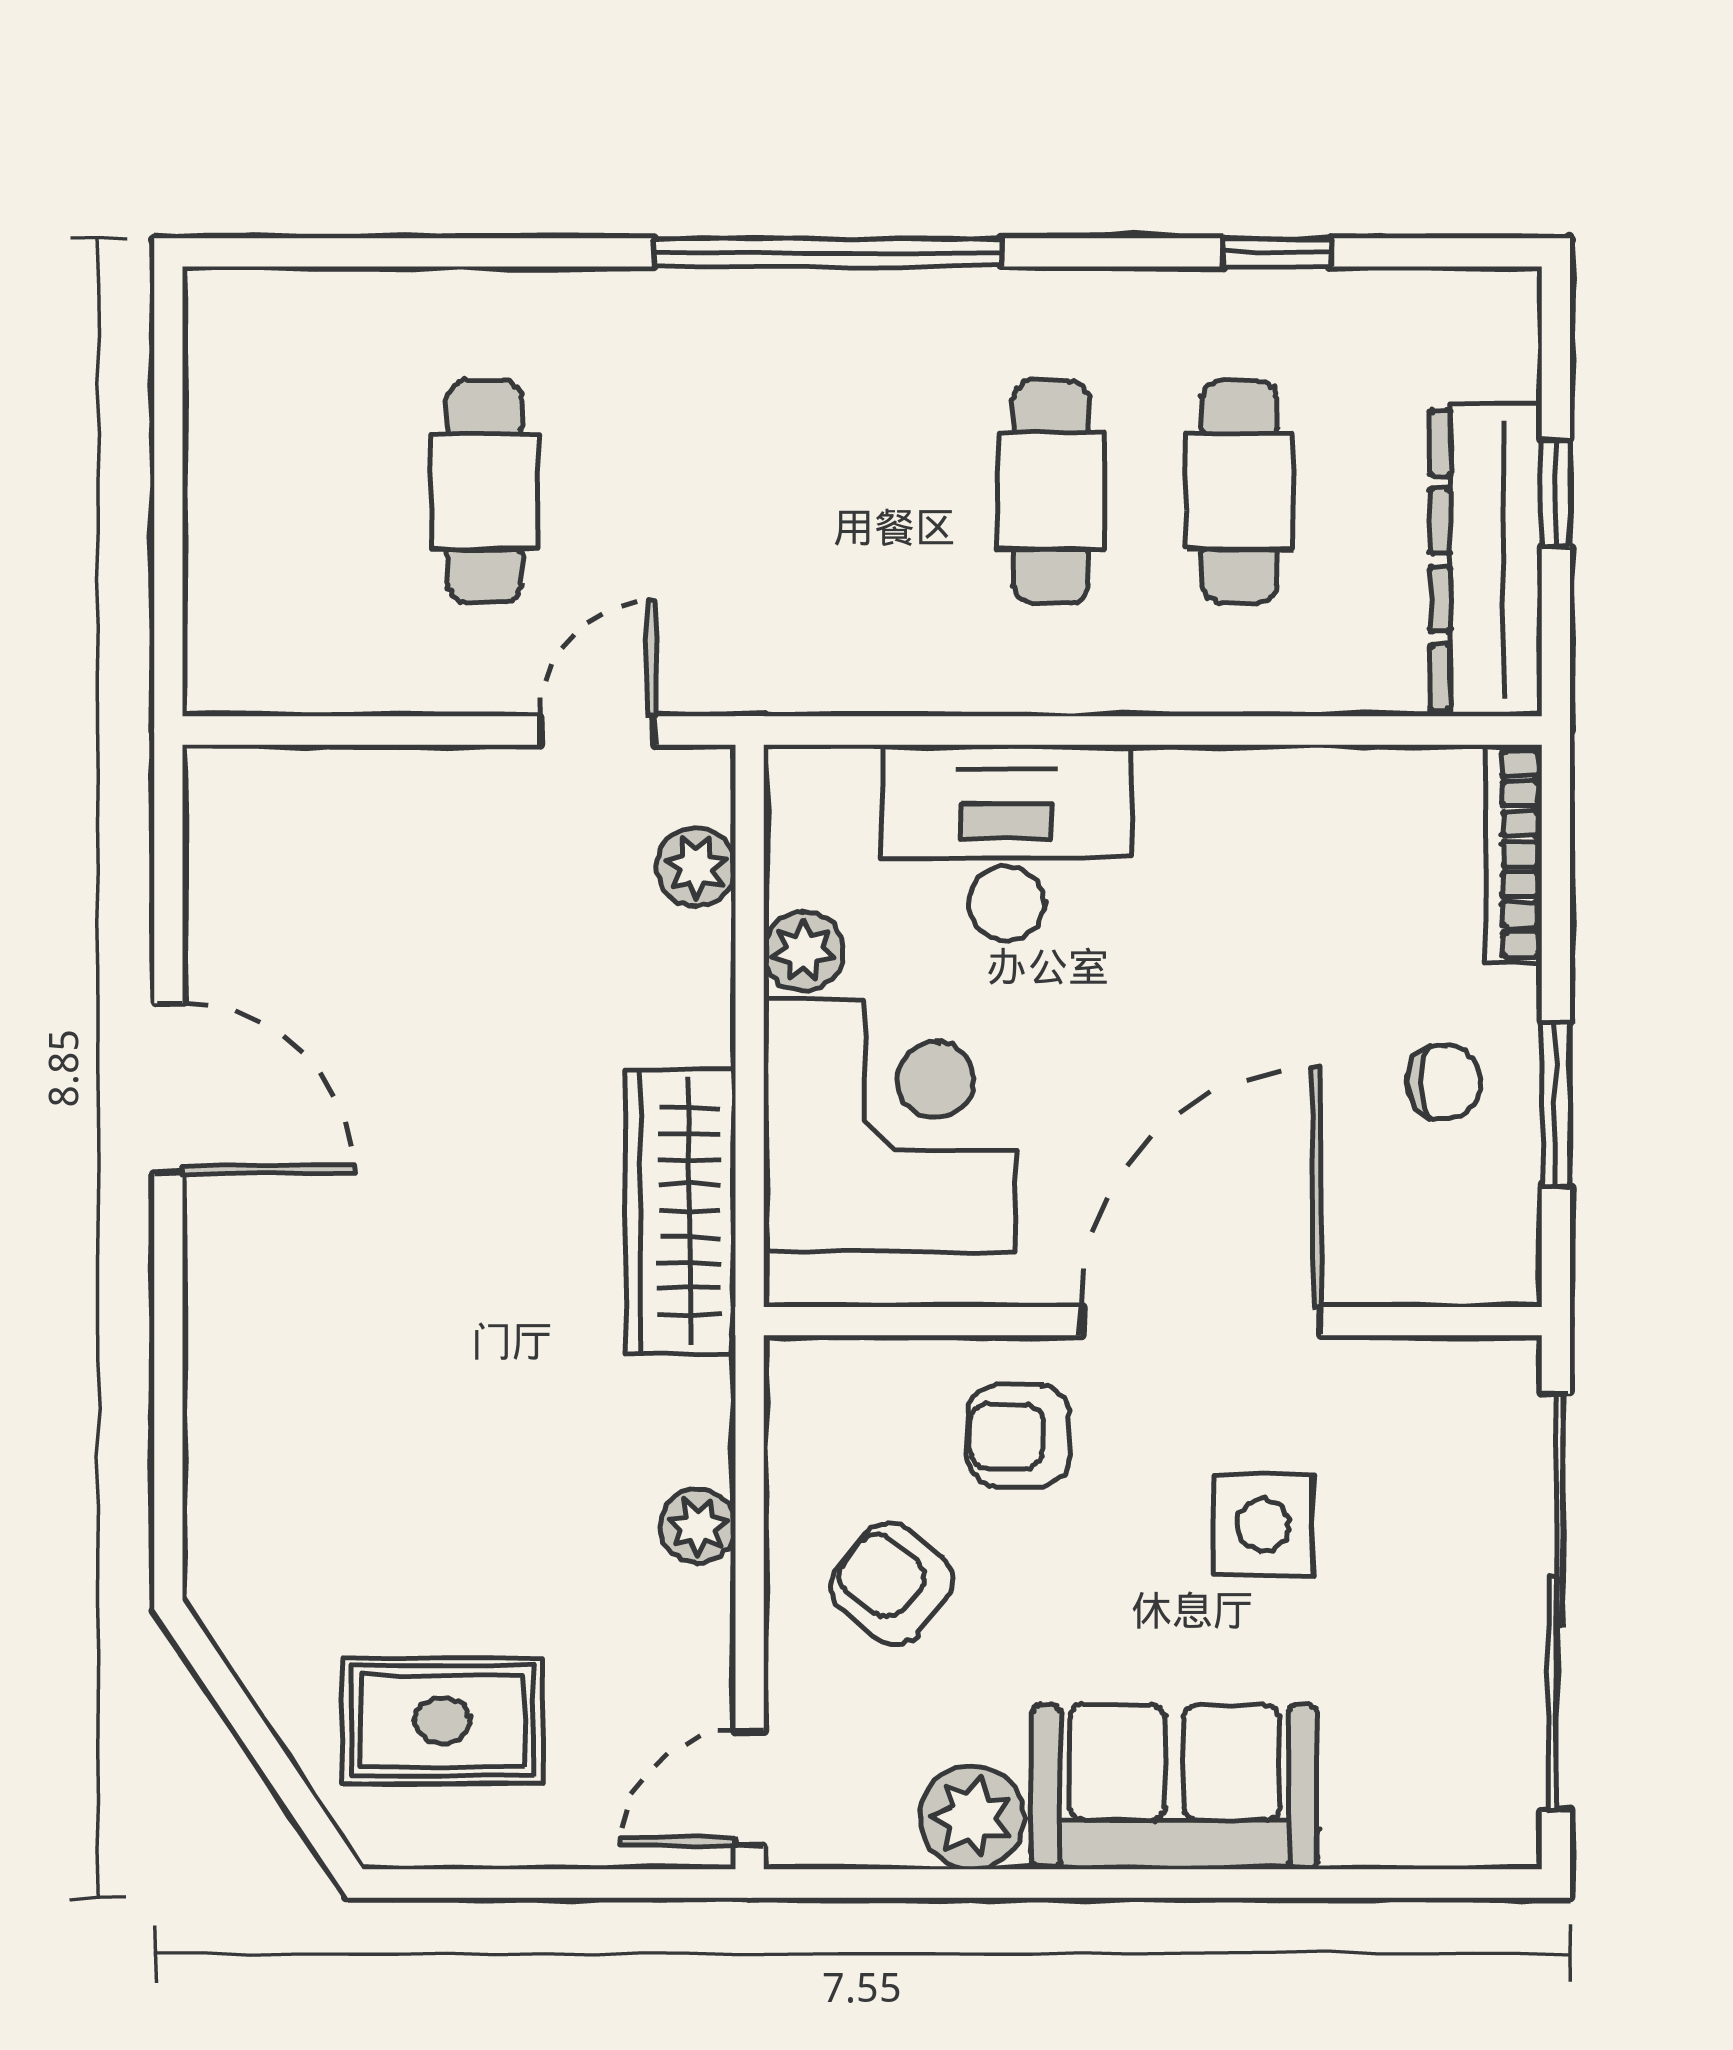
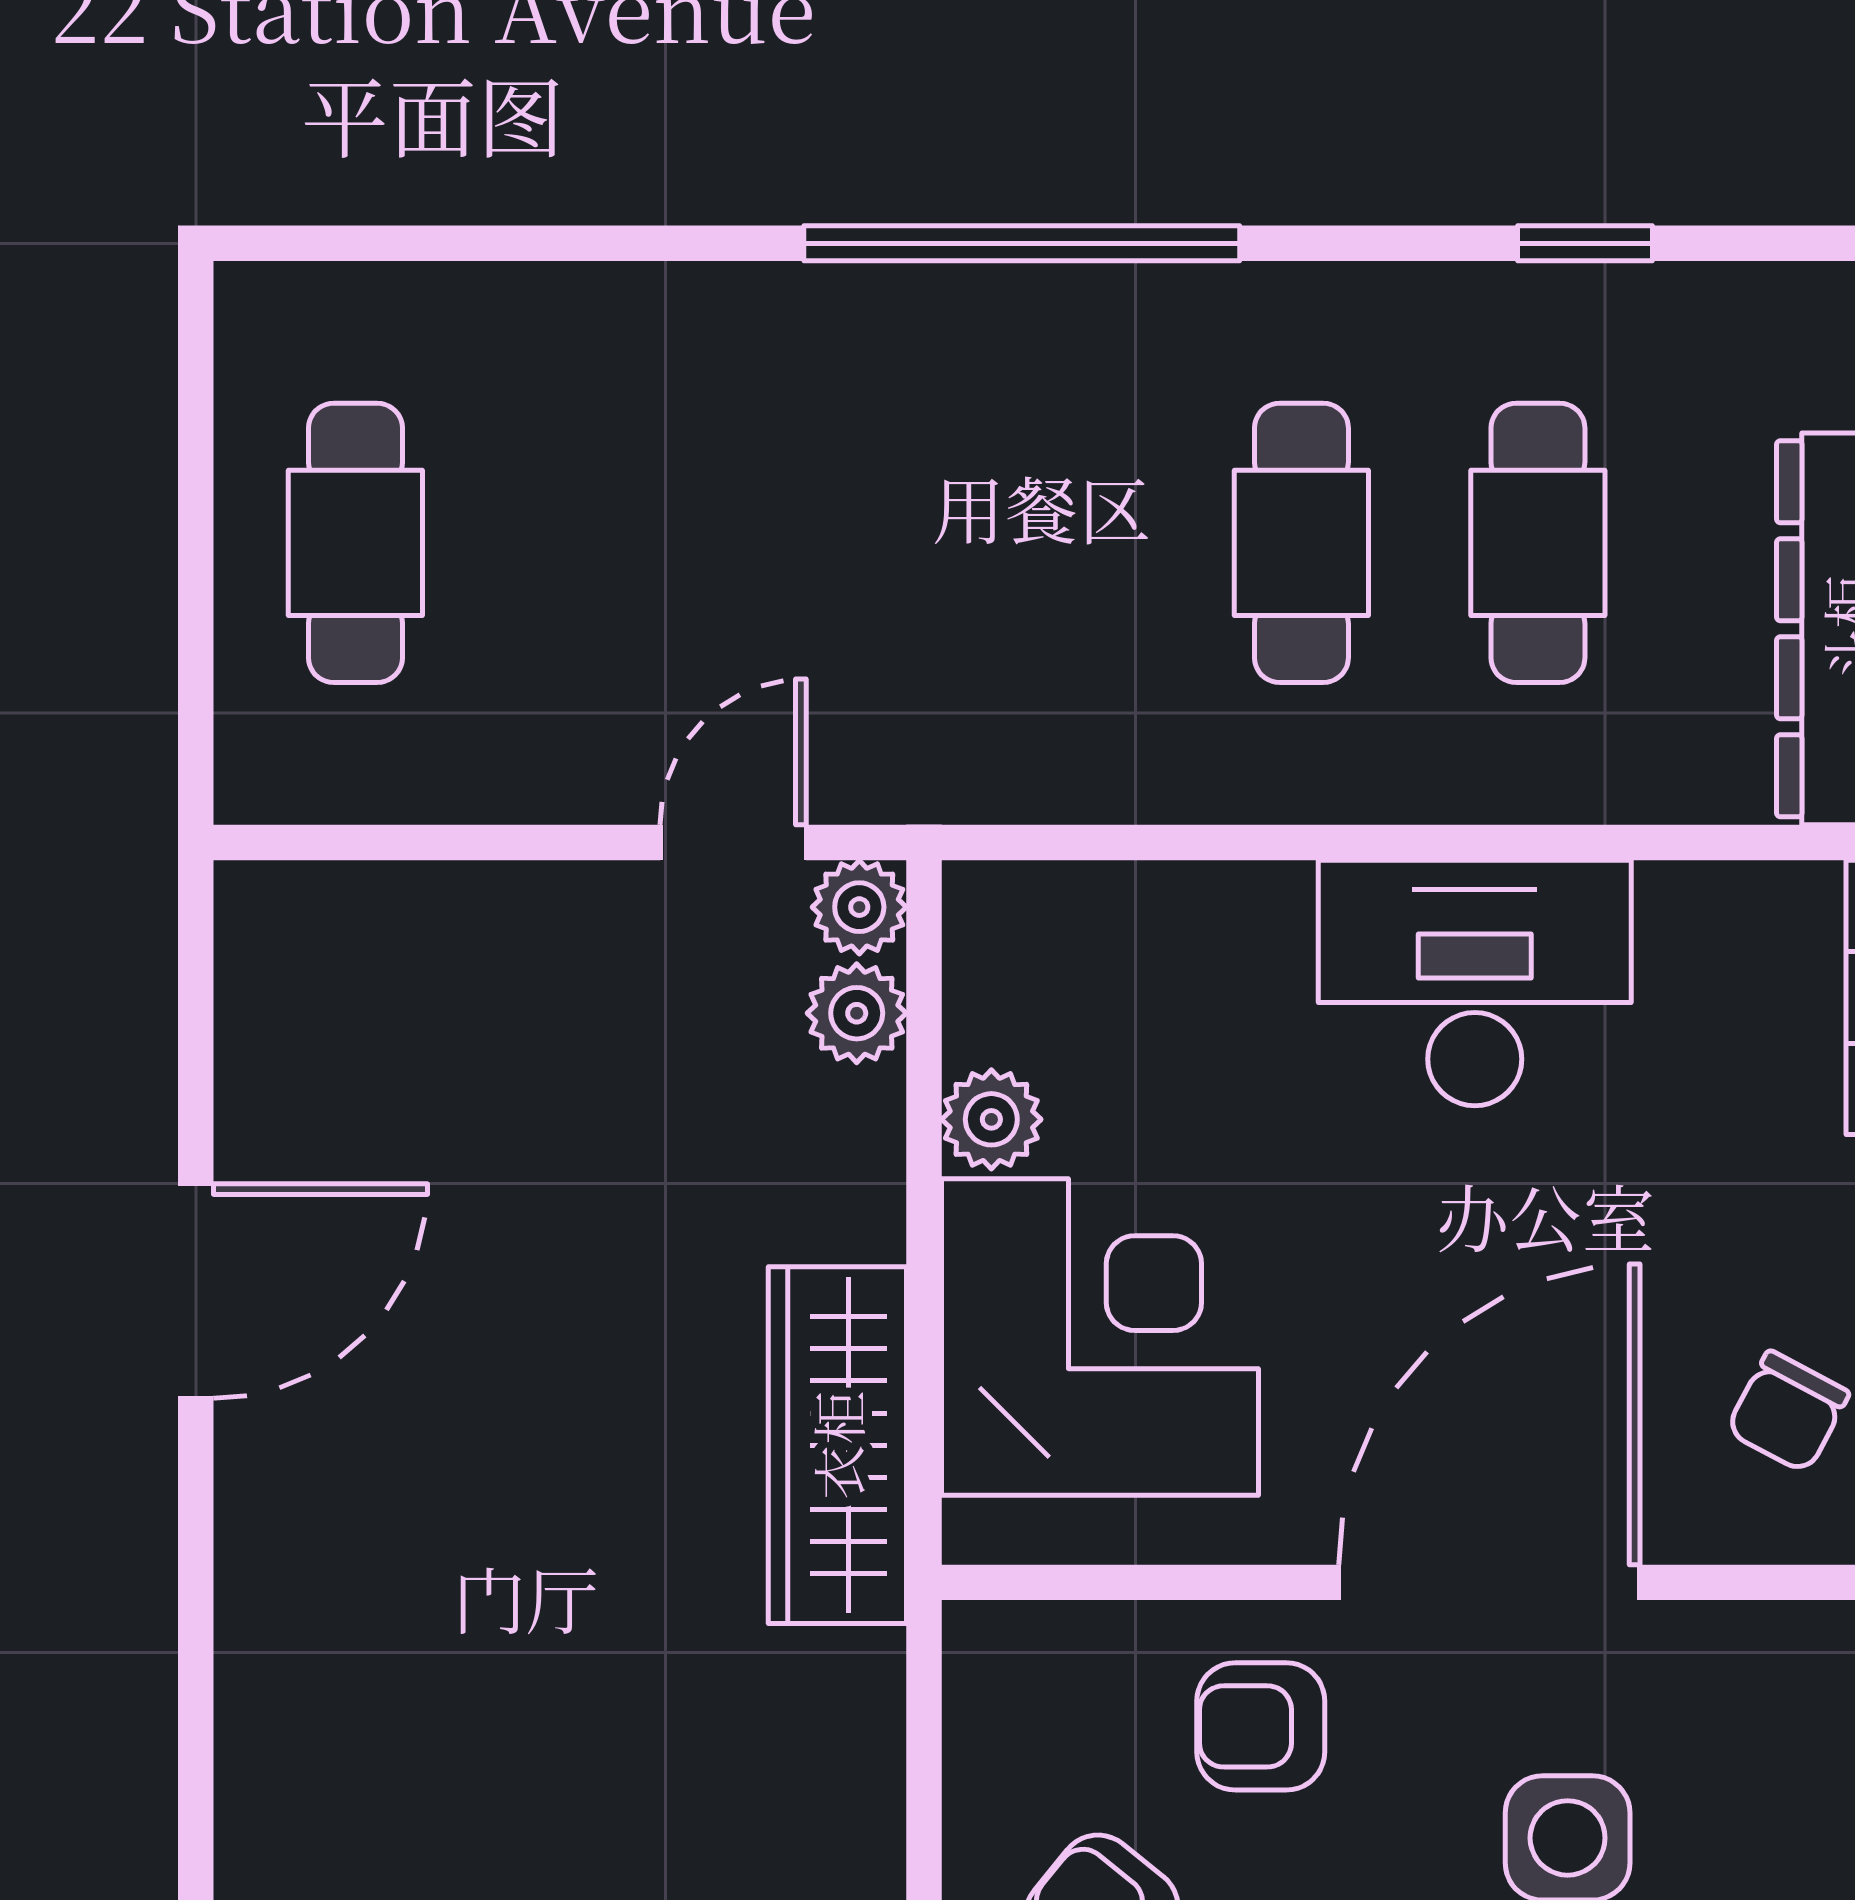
cafe table: (485, 491) -> (355, 543), moved
desk: (1006, 843) -> (1475, 983), moved
chair: (1444, 1082) -> (1788, 1412), moved, turned 118
door: (168, 1089) -> (196, 1291), hinge flipped
plant: (698, 1526) -> (859, 907), moved

